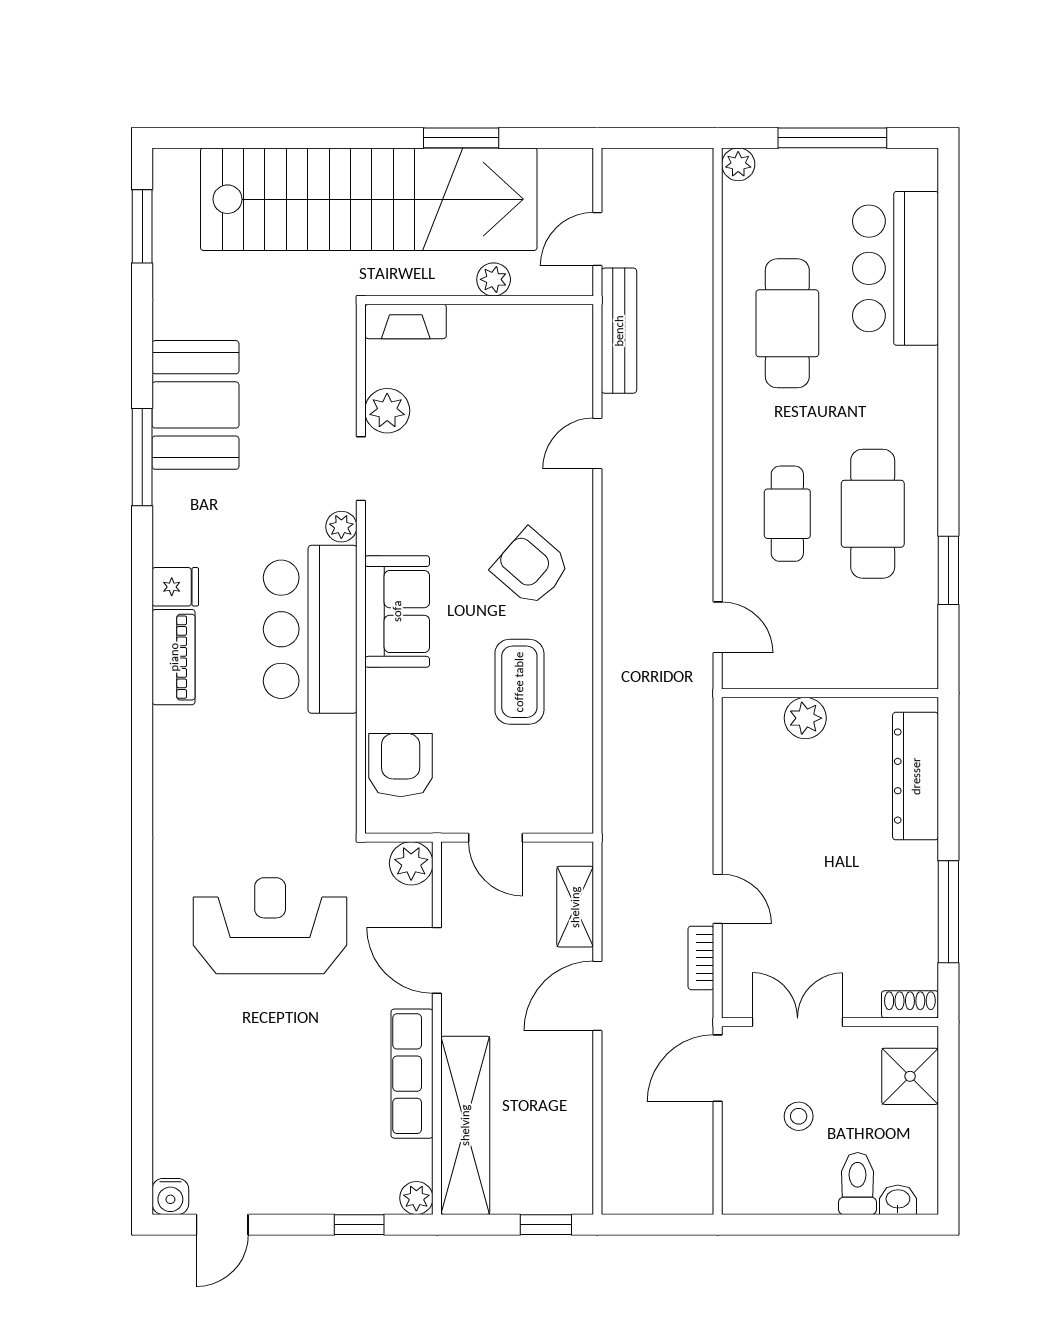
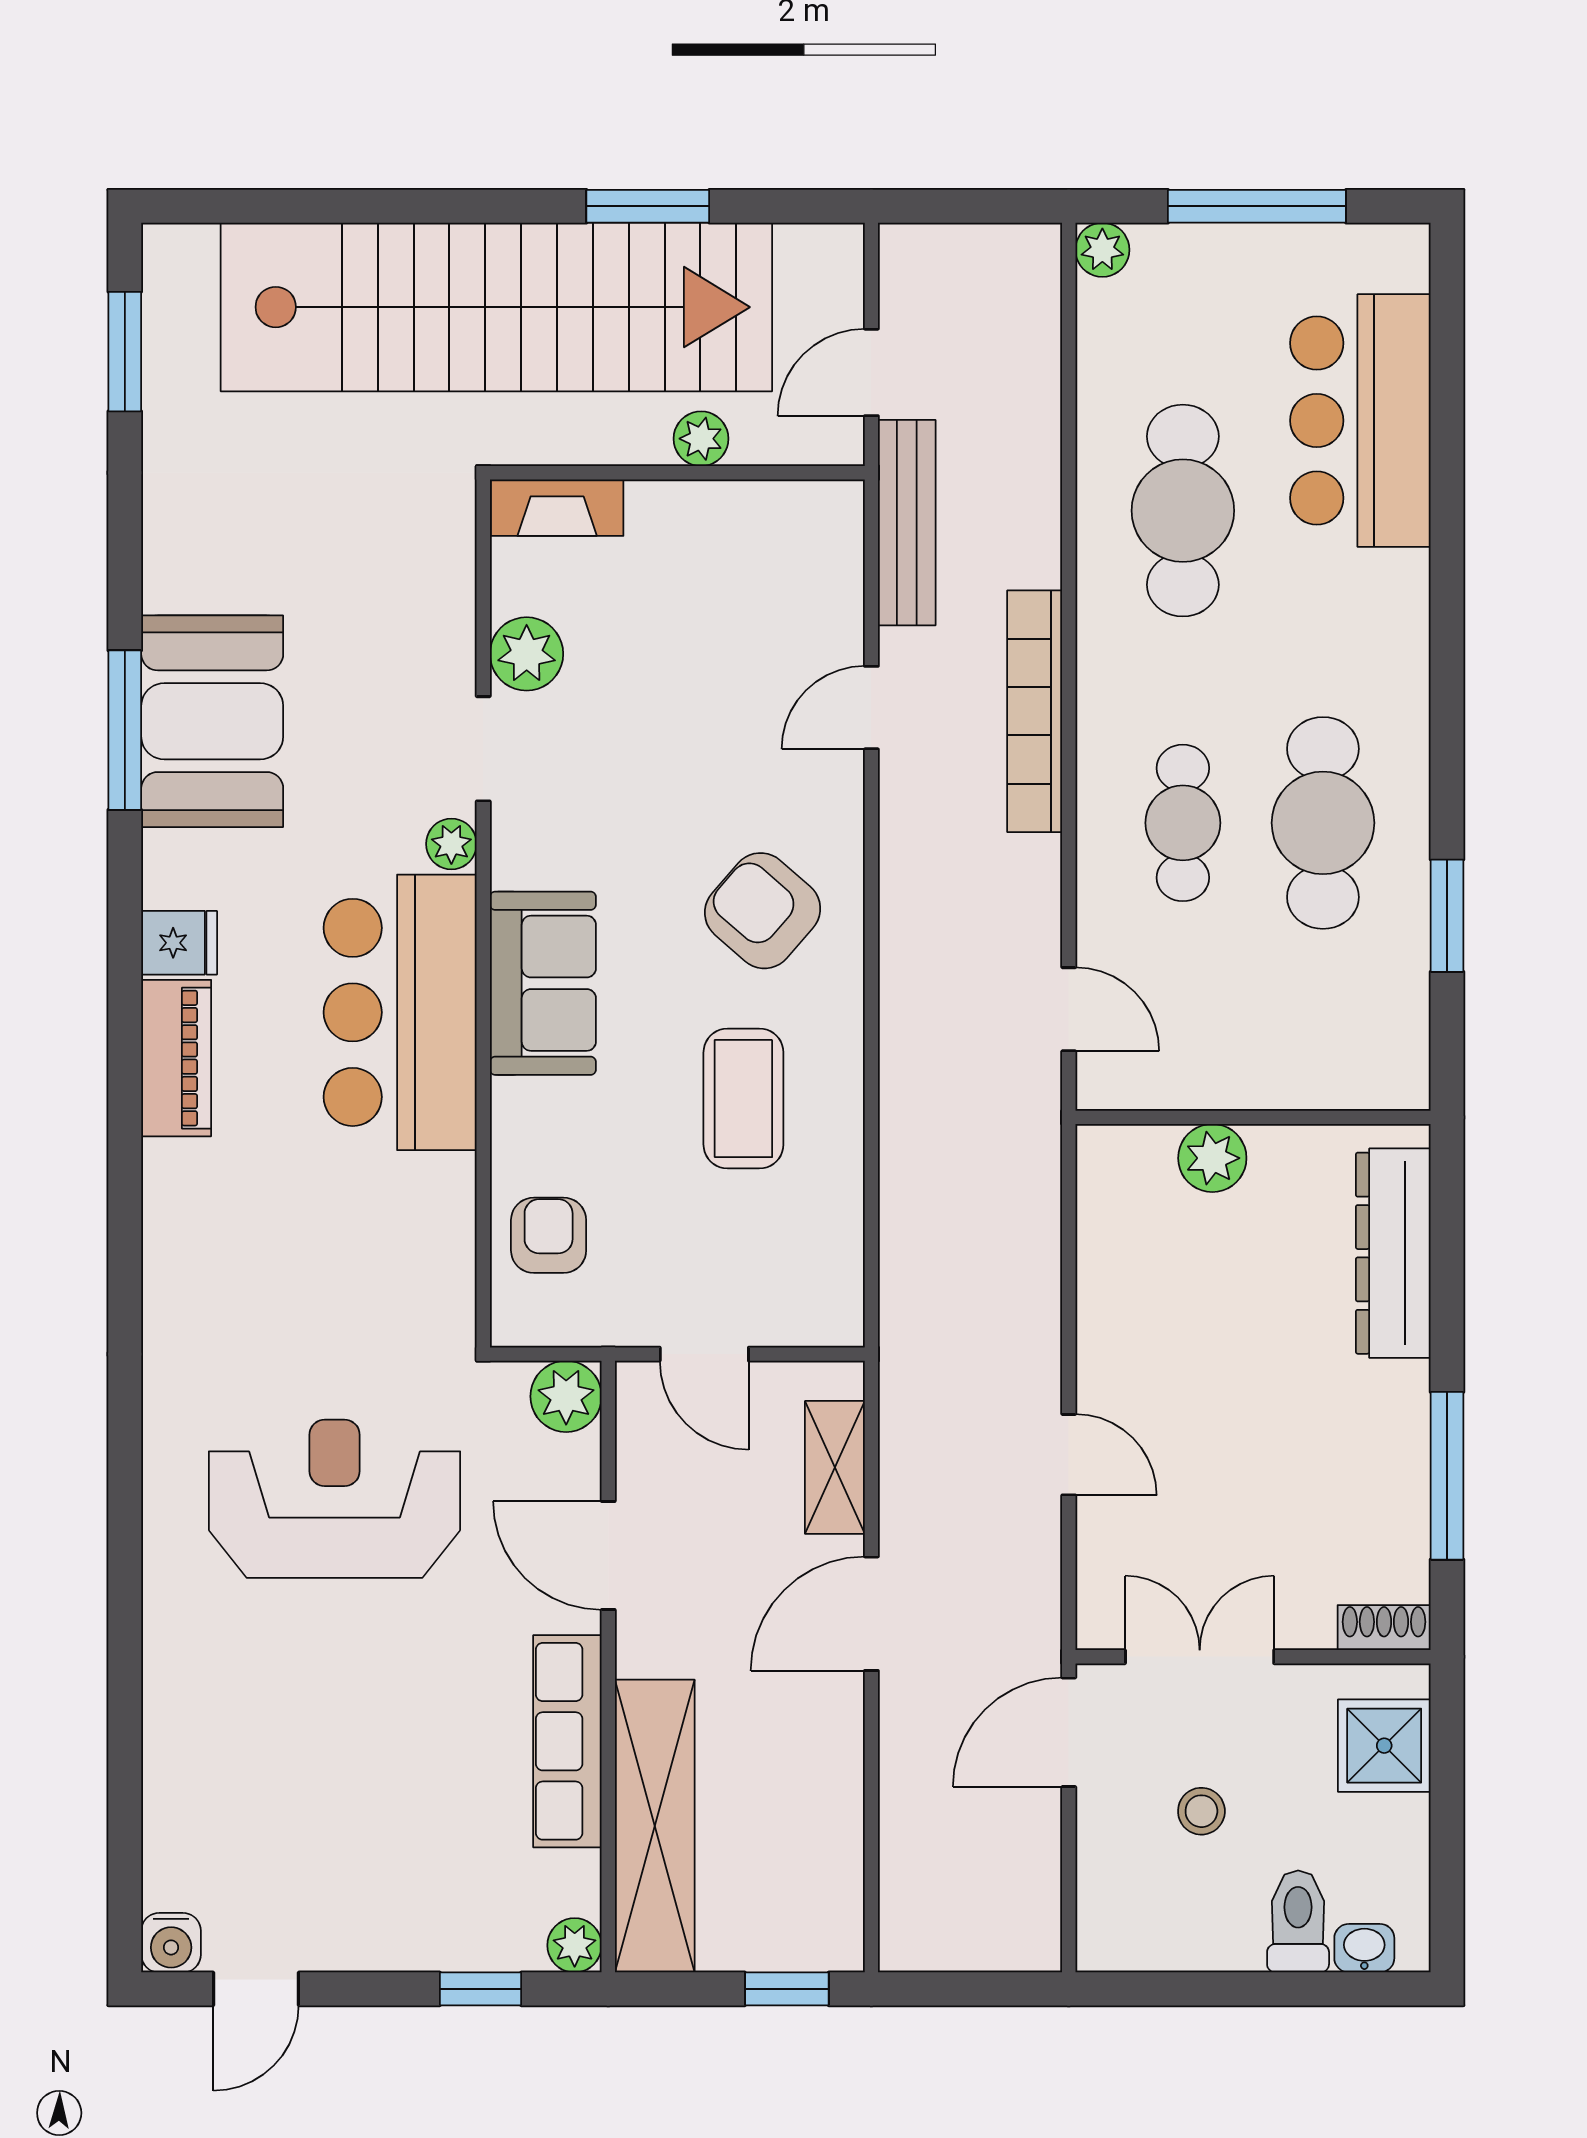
booth: (196, 405) -> (212, 721), moved
armchair: (401, 765) -> (549, 1235), width x0.72, depth x0.72
bookcase: (701, 958) -> (1035, 711), moved, width x2.31, depth x1.31

